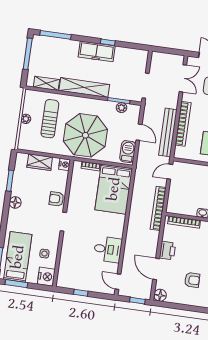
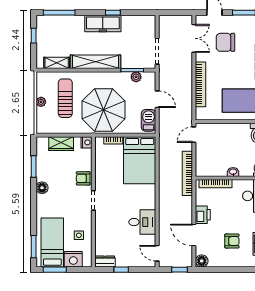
window: (28, 54) -> (34, 36), width x0.46
bench: (168, 132) -> (186, 95), removed
nightstand: (46, 277) -> (73, 259), moved, turned 90
dresser: (66, 283) -> (105, 262), added

